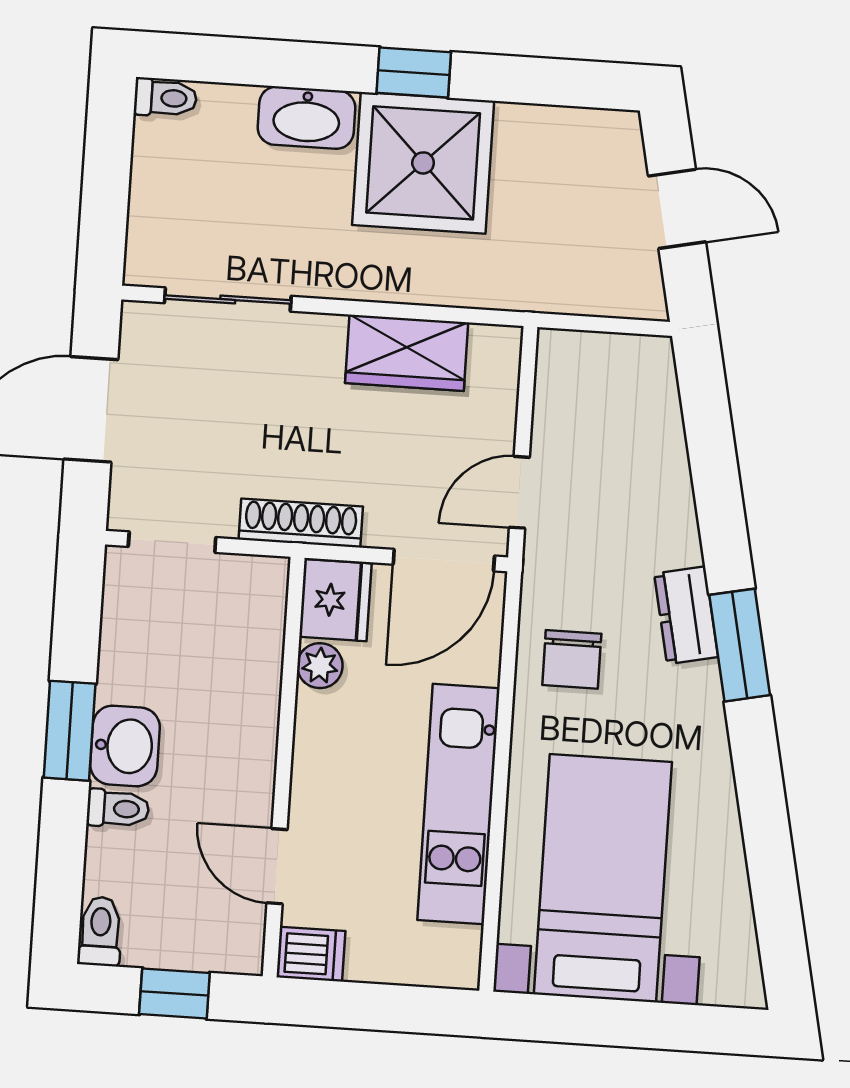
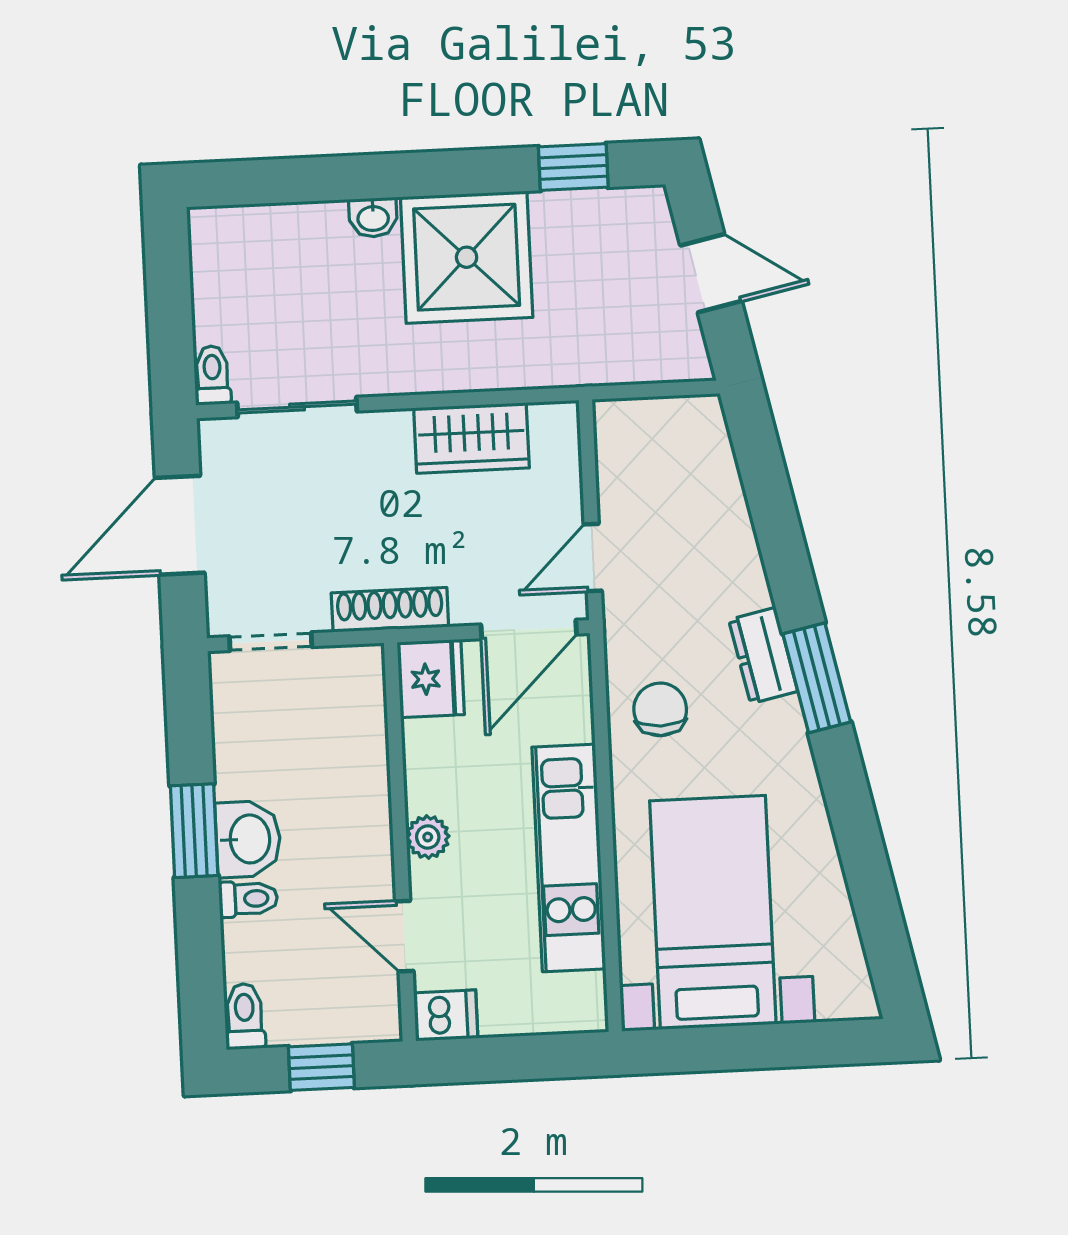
window: (414, 72) -> (573, 167), moved
toilet: (165, 98) -> (212, 375), moved, turned -90
washbasin: (306, 118) -> (373, 217), width x0.52, depth x0.69
chair: (572, 659) -> (660, 709), turned 180
plant: (320, 666) -> (428, 837), moved

